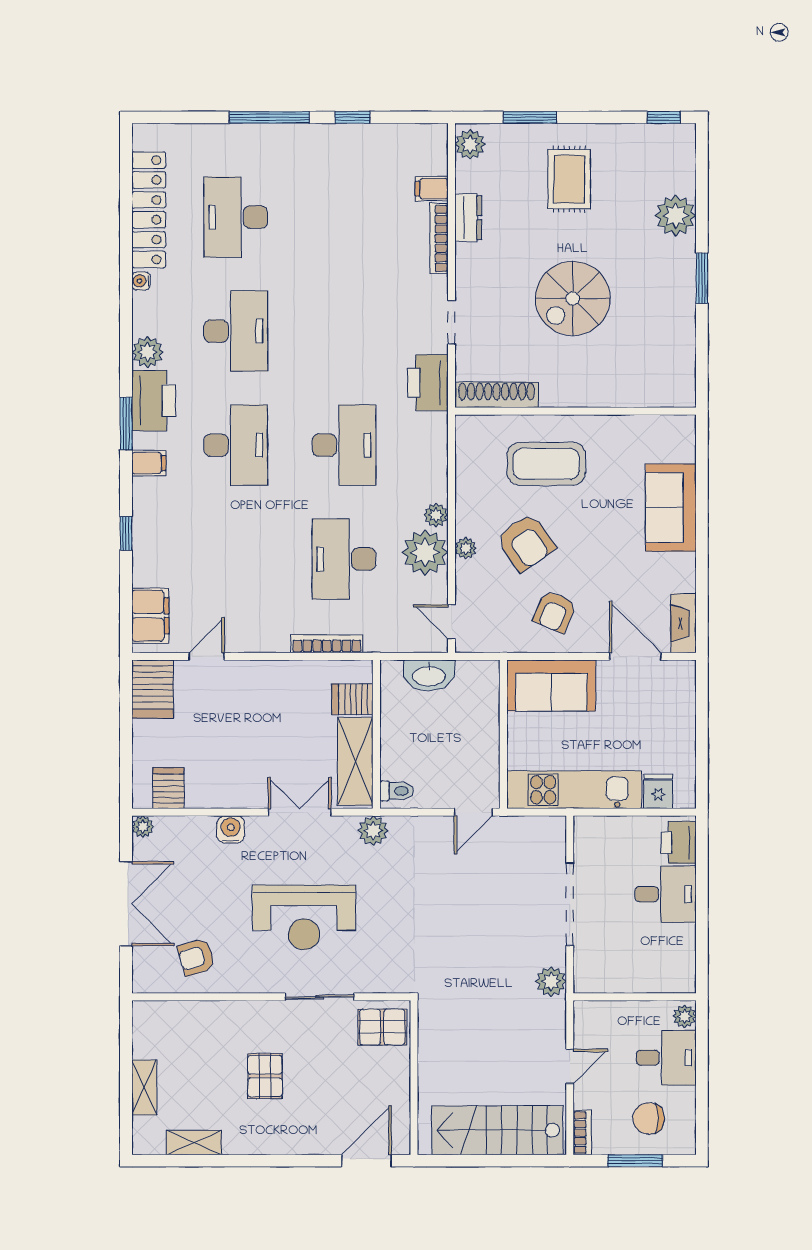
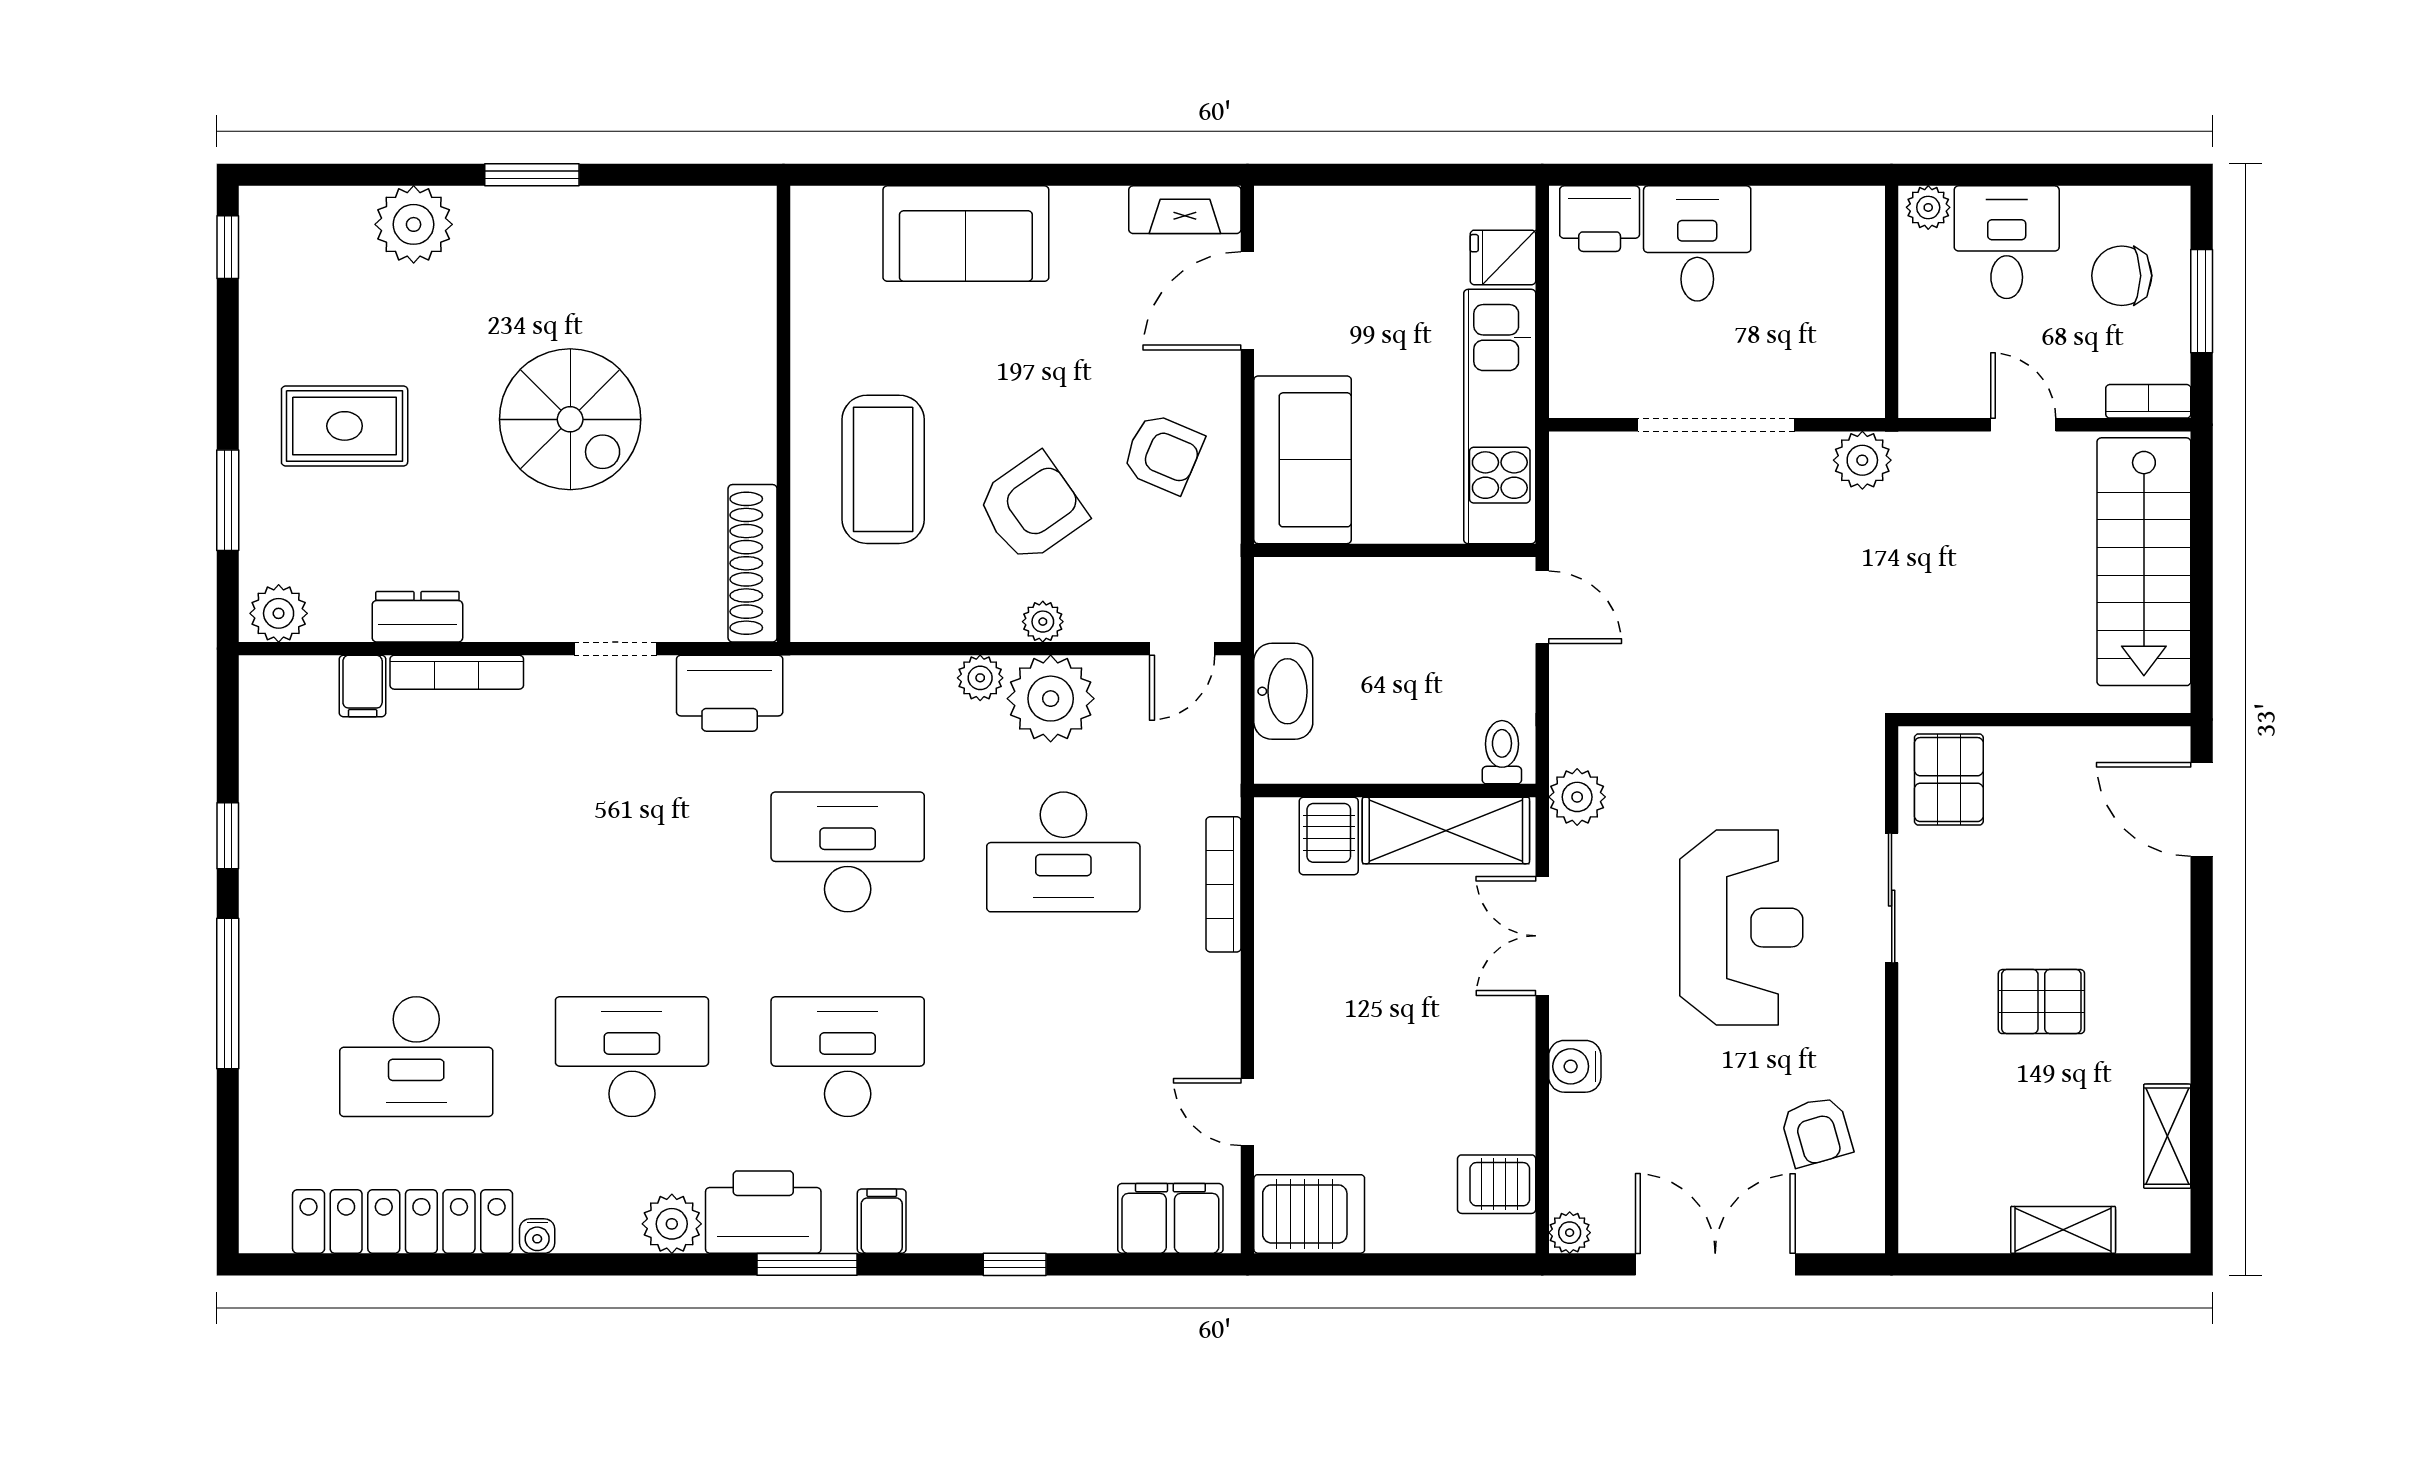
chair: (649, 1119) -> (2122, 276), turned 90

